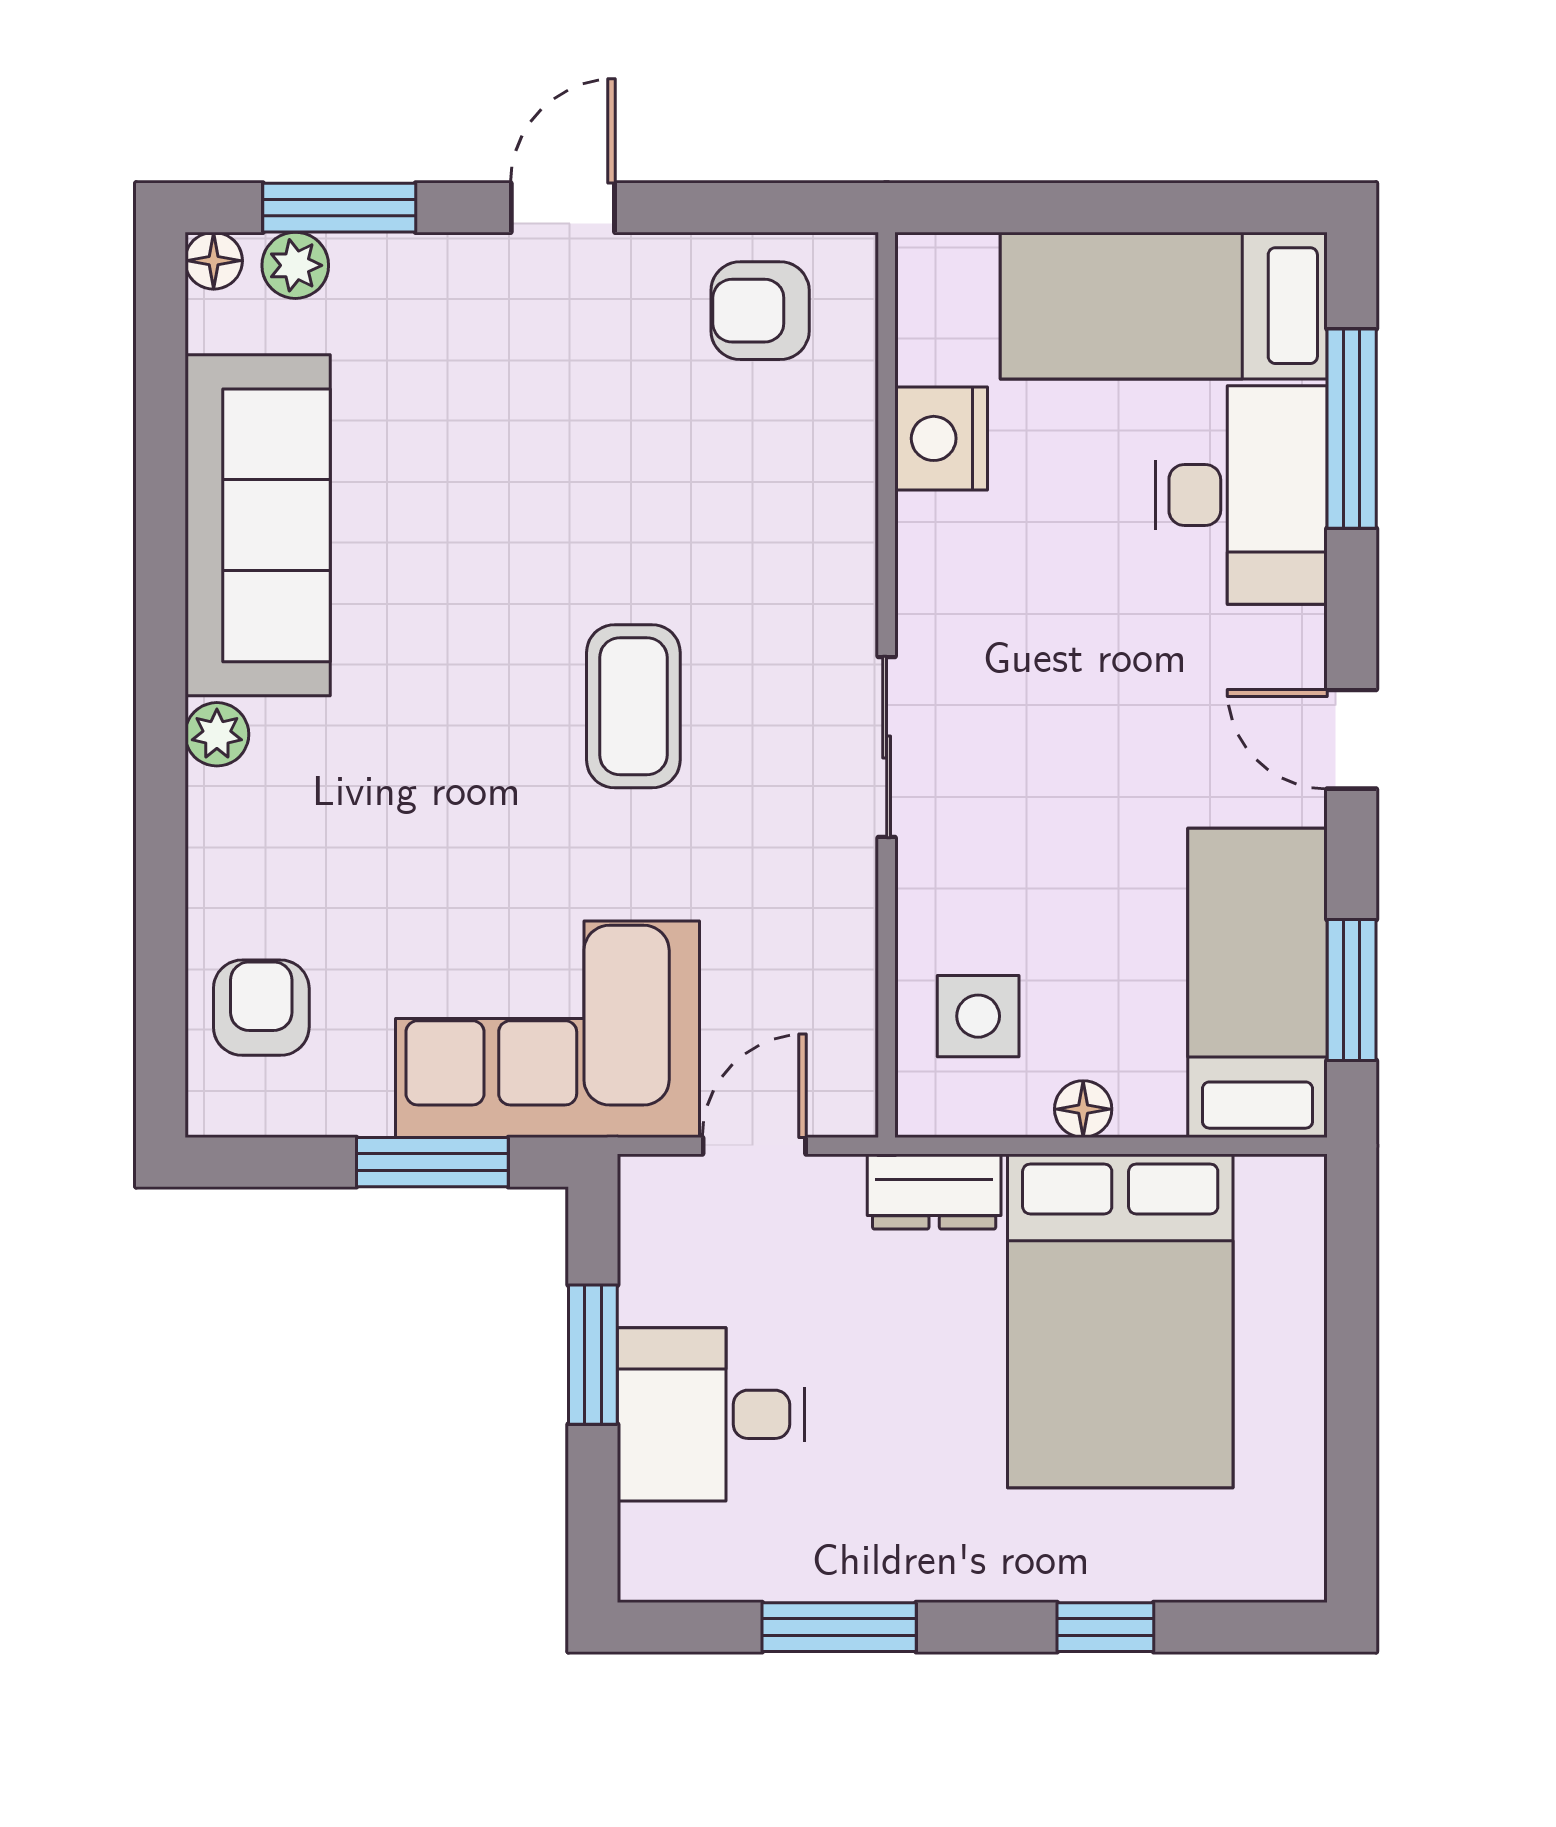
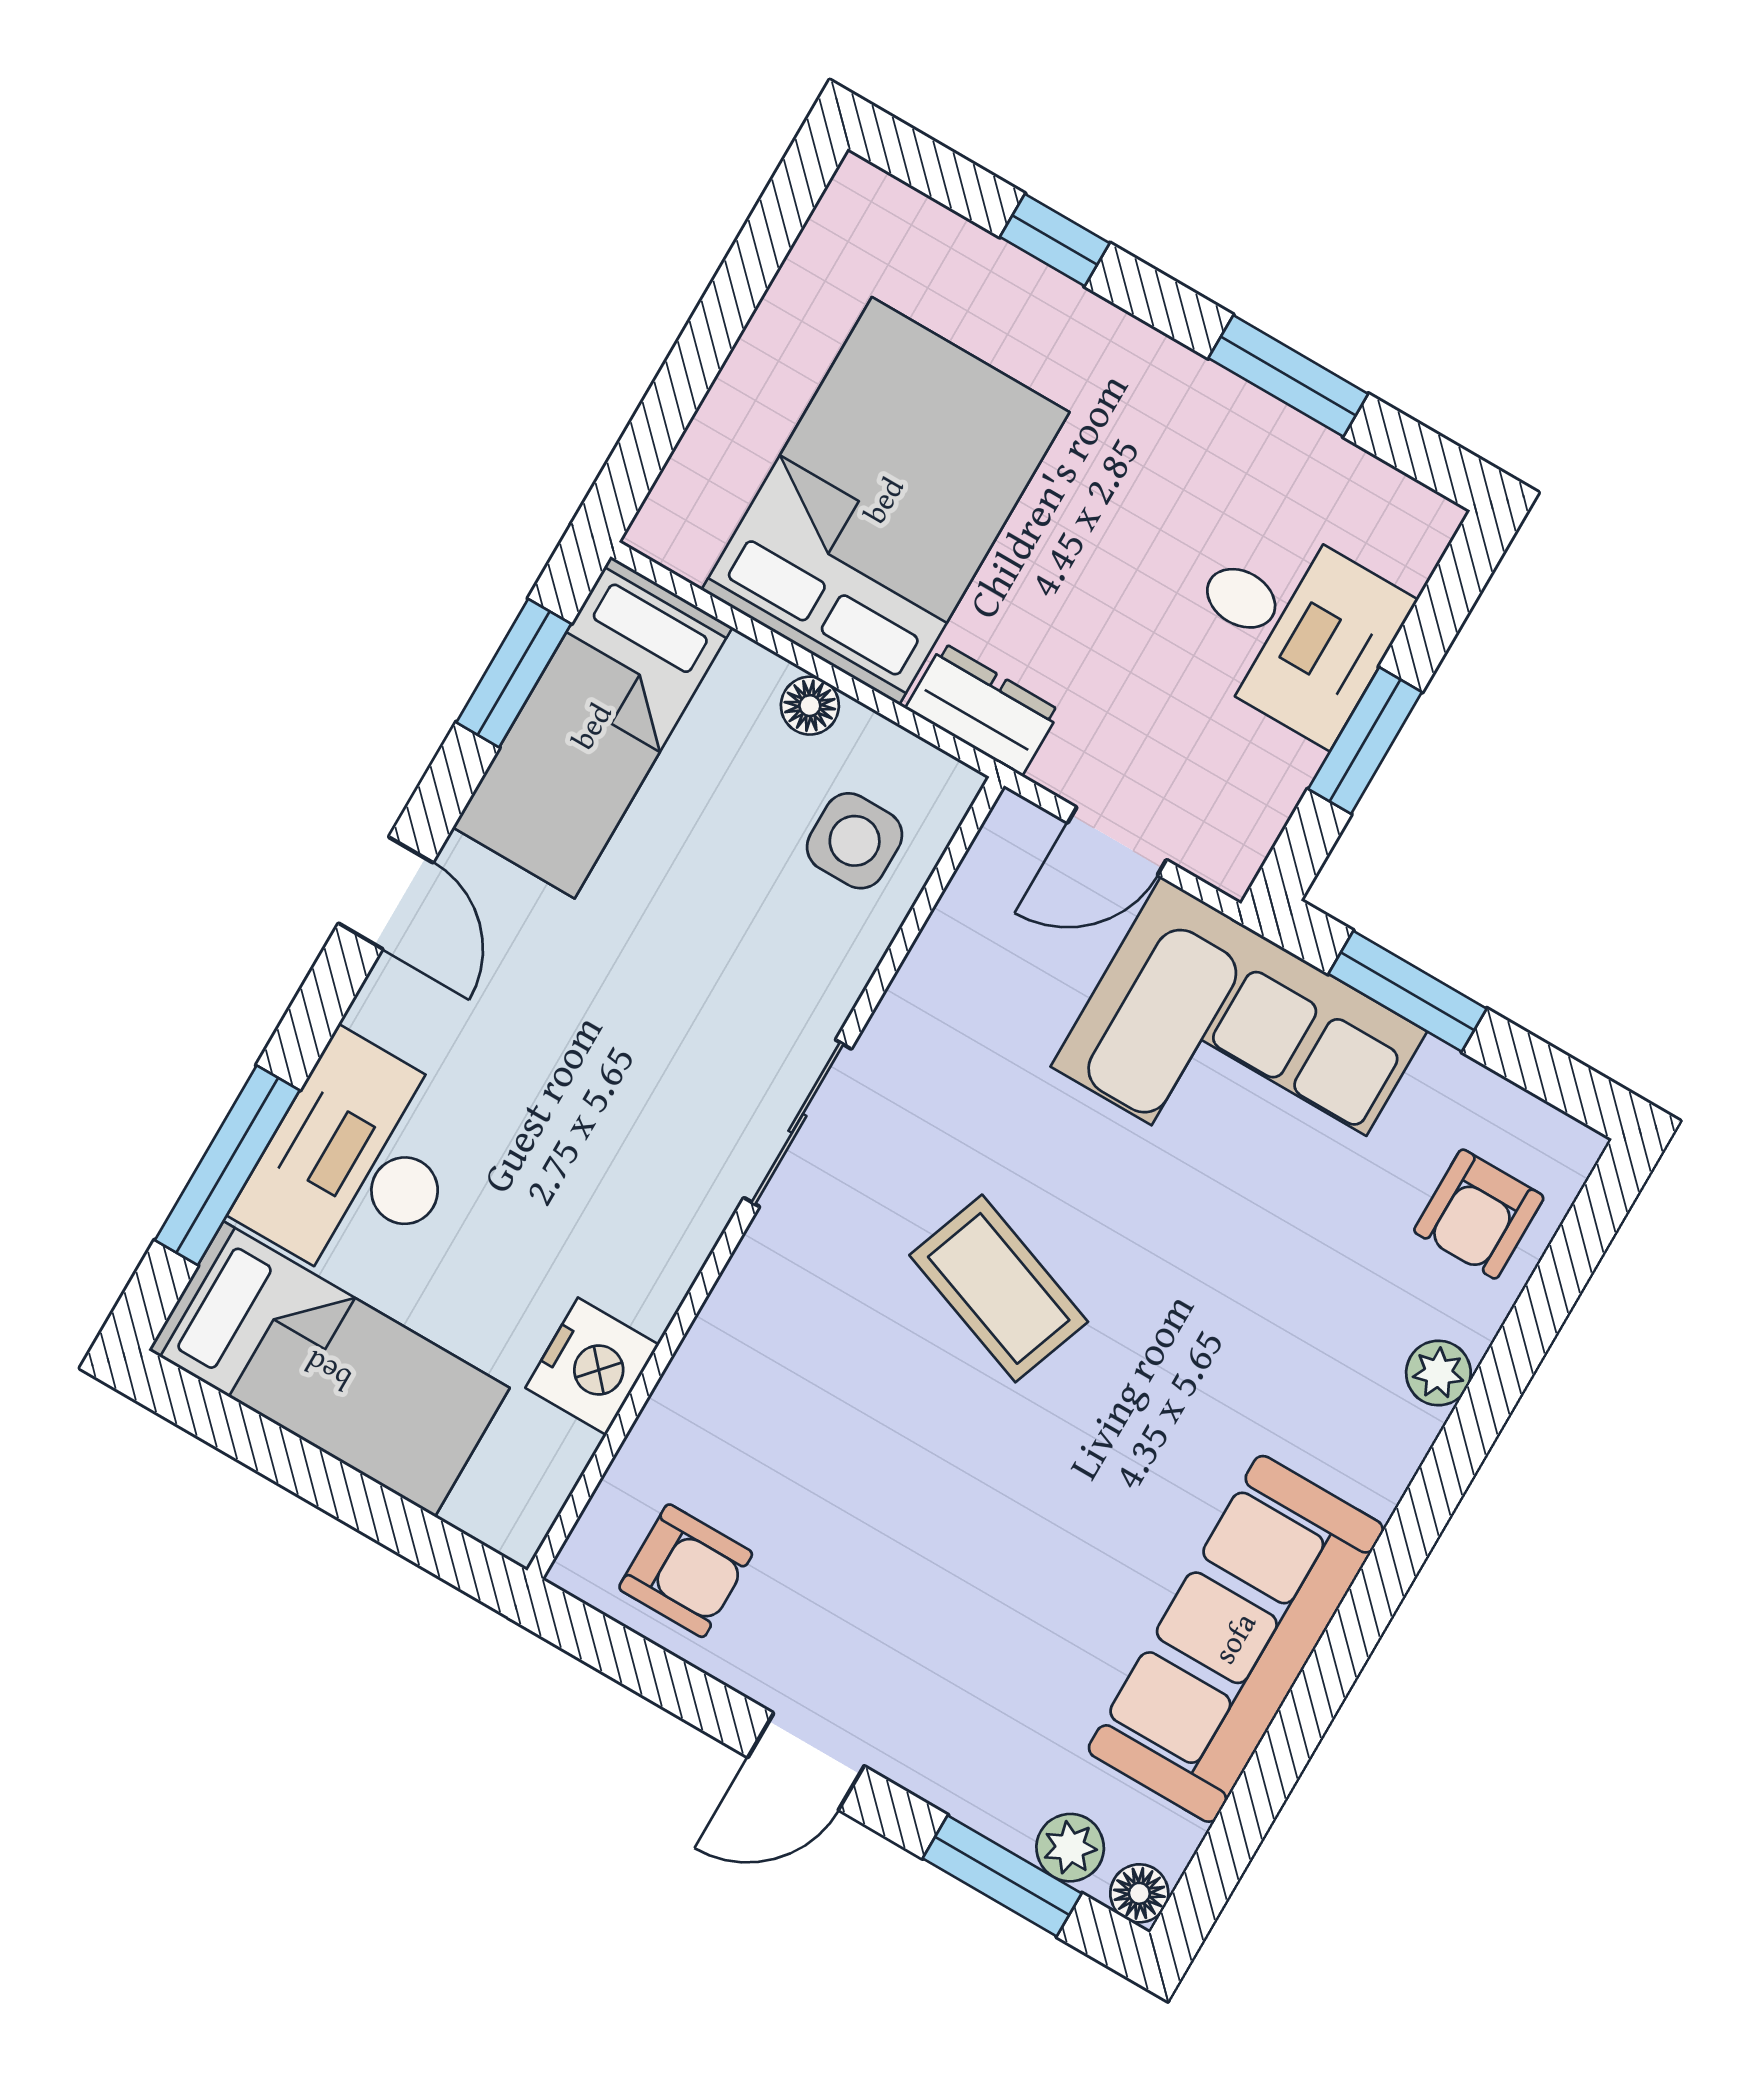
coffee table: (633, 706) -> (999, 1288), turned -70
plant: (217, 734) -> (1438, 1373), moved

